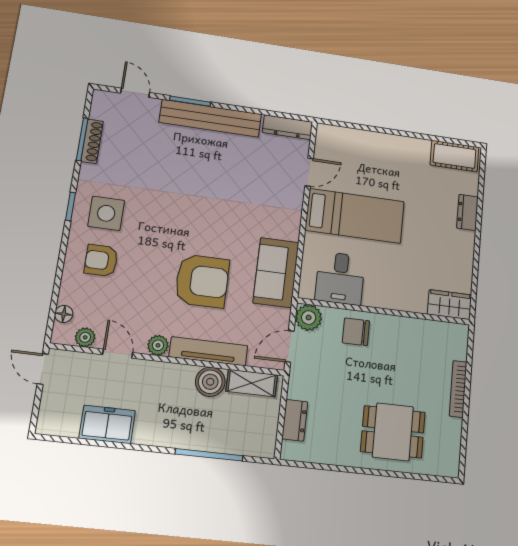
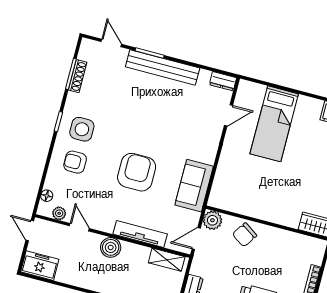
dresser: (288, 127) -> (223, 81), width x0.70
bed: (355, 216) -> (274, 124), moved, turned 90
desk: (340, 278) -> (239, 195), removed
armchair: (202, 281) -> (137, 172), moved, turned -90
chair: (356, 332) -> (245, 235), turned -56
plant: (158, 345) -> (107, 225), removed
boiler: (210, 382) -> (111, 247), moved
freezer: (107, 424) -> (40, 266), moved

